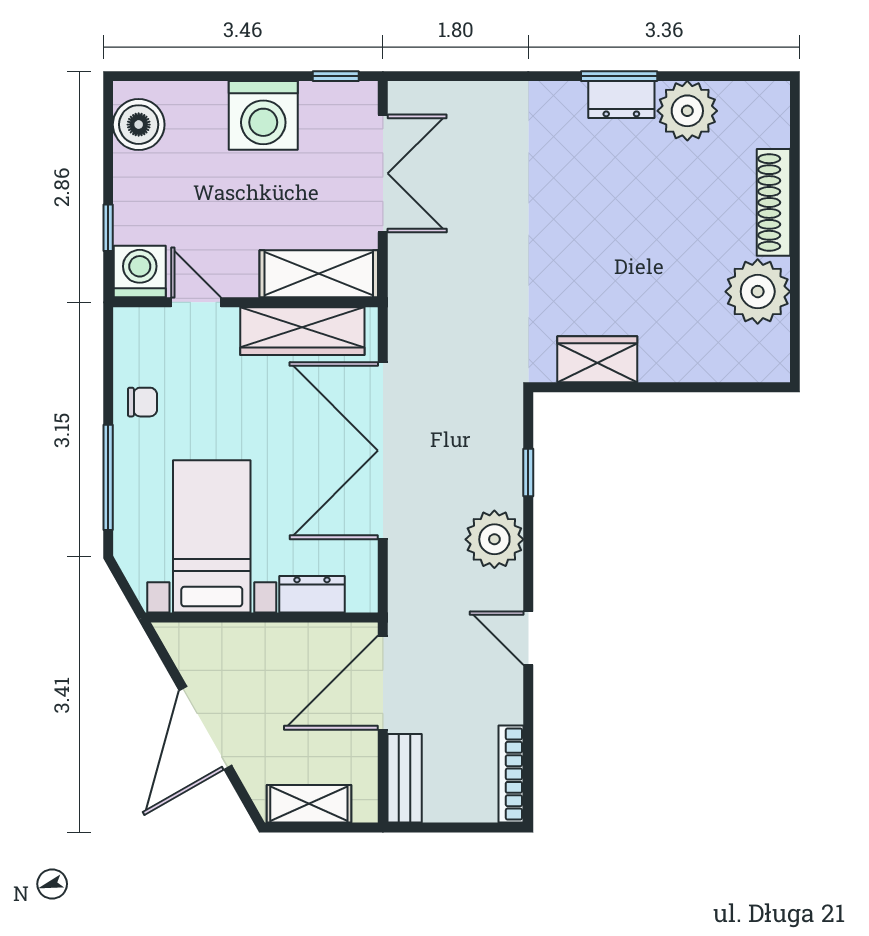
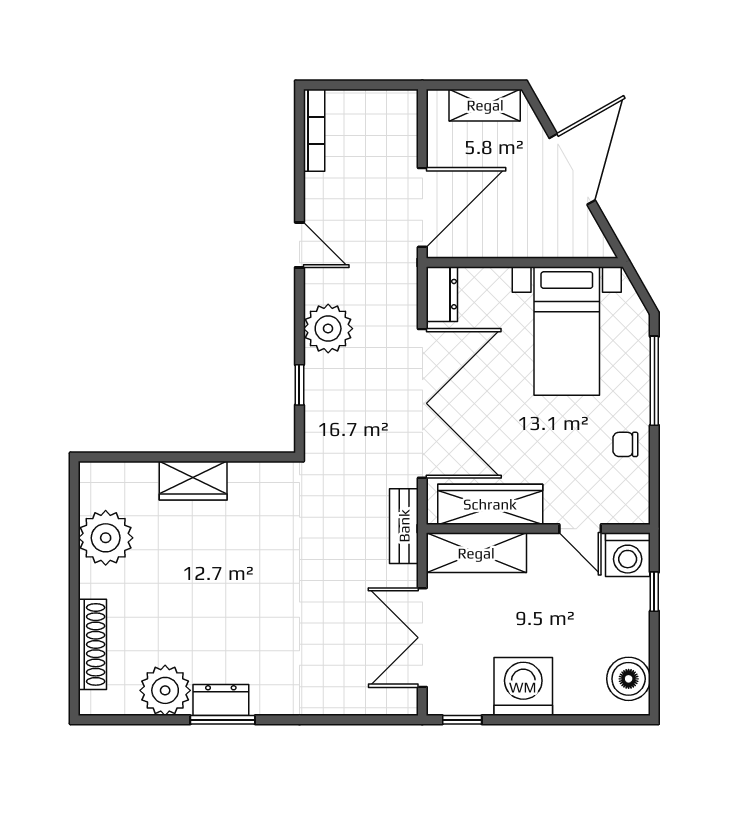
shoe rack: (773, 202) -> (92, 644), moved
wardrobe: (597, 359) -> (193, 481), moved
dresser: (312, 594) -> (442, 294), moved, turned -90
bench: (405, 778) -> (404, 526), moved

